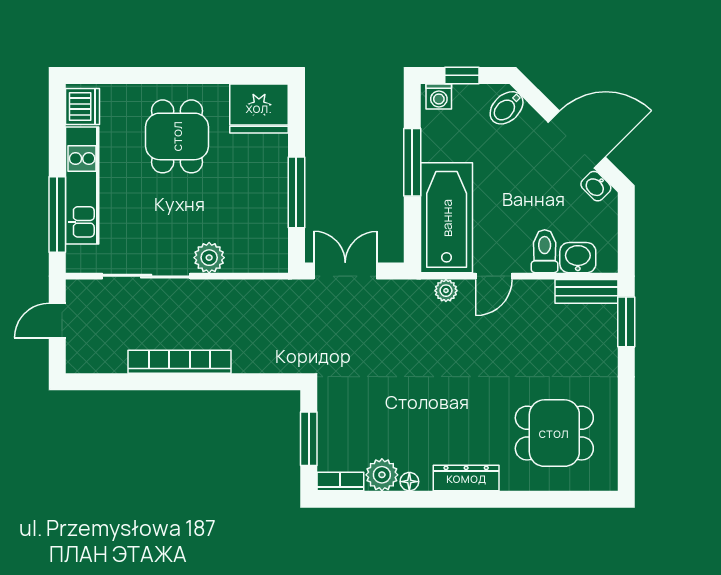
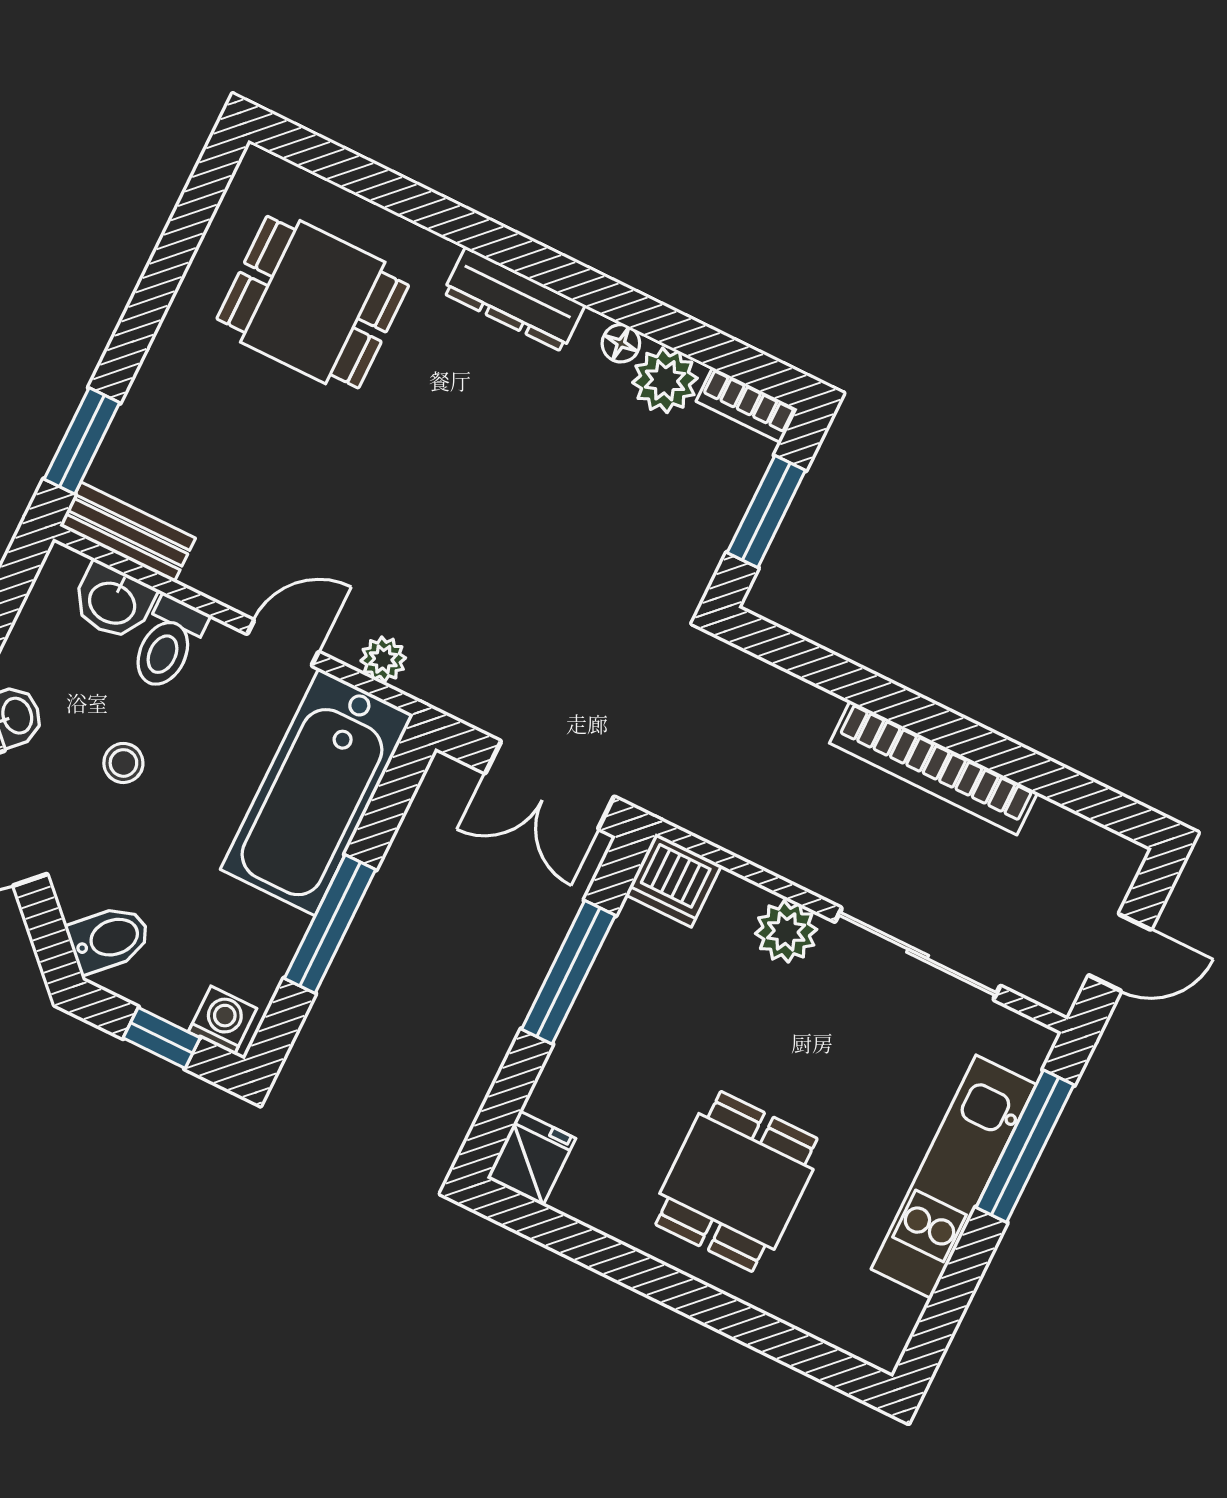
dishwasher: (83, 107) -> (674, 880), moved, turned -90
fridge: (259, 108) -> (531, 1158), width x0.53, depth x0.75
stool: (538, 189) -> (123, 763), added

